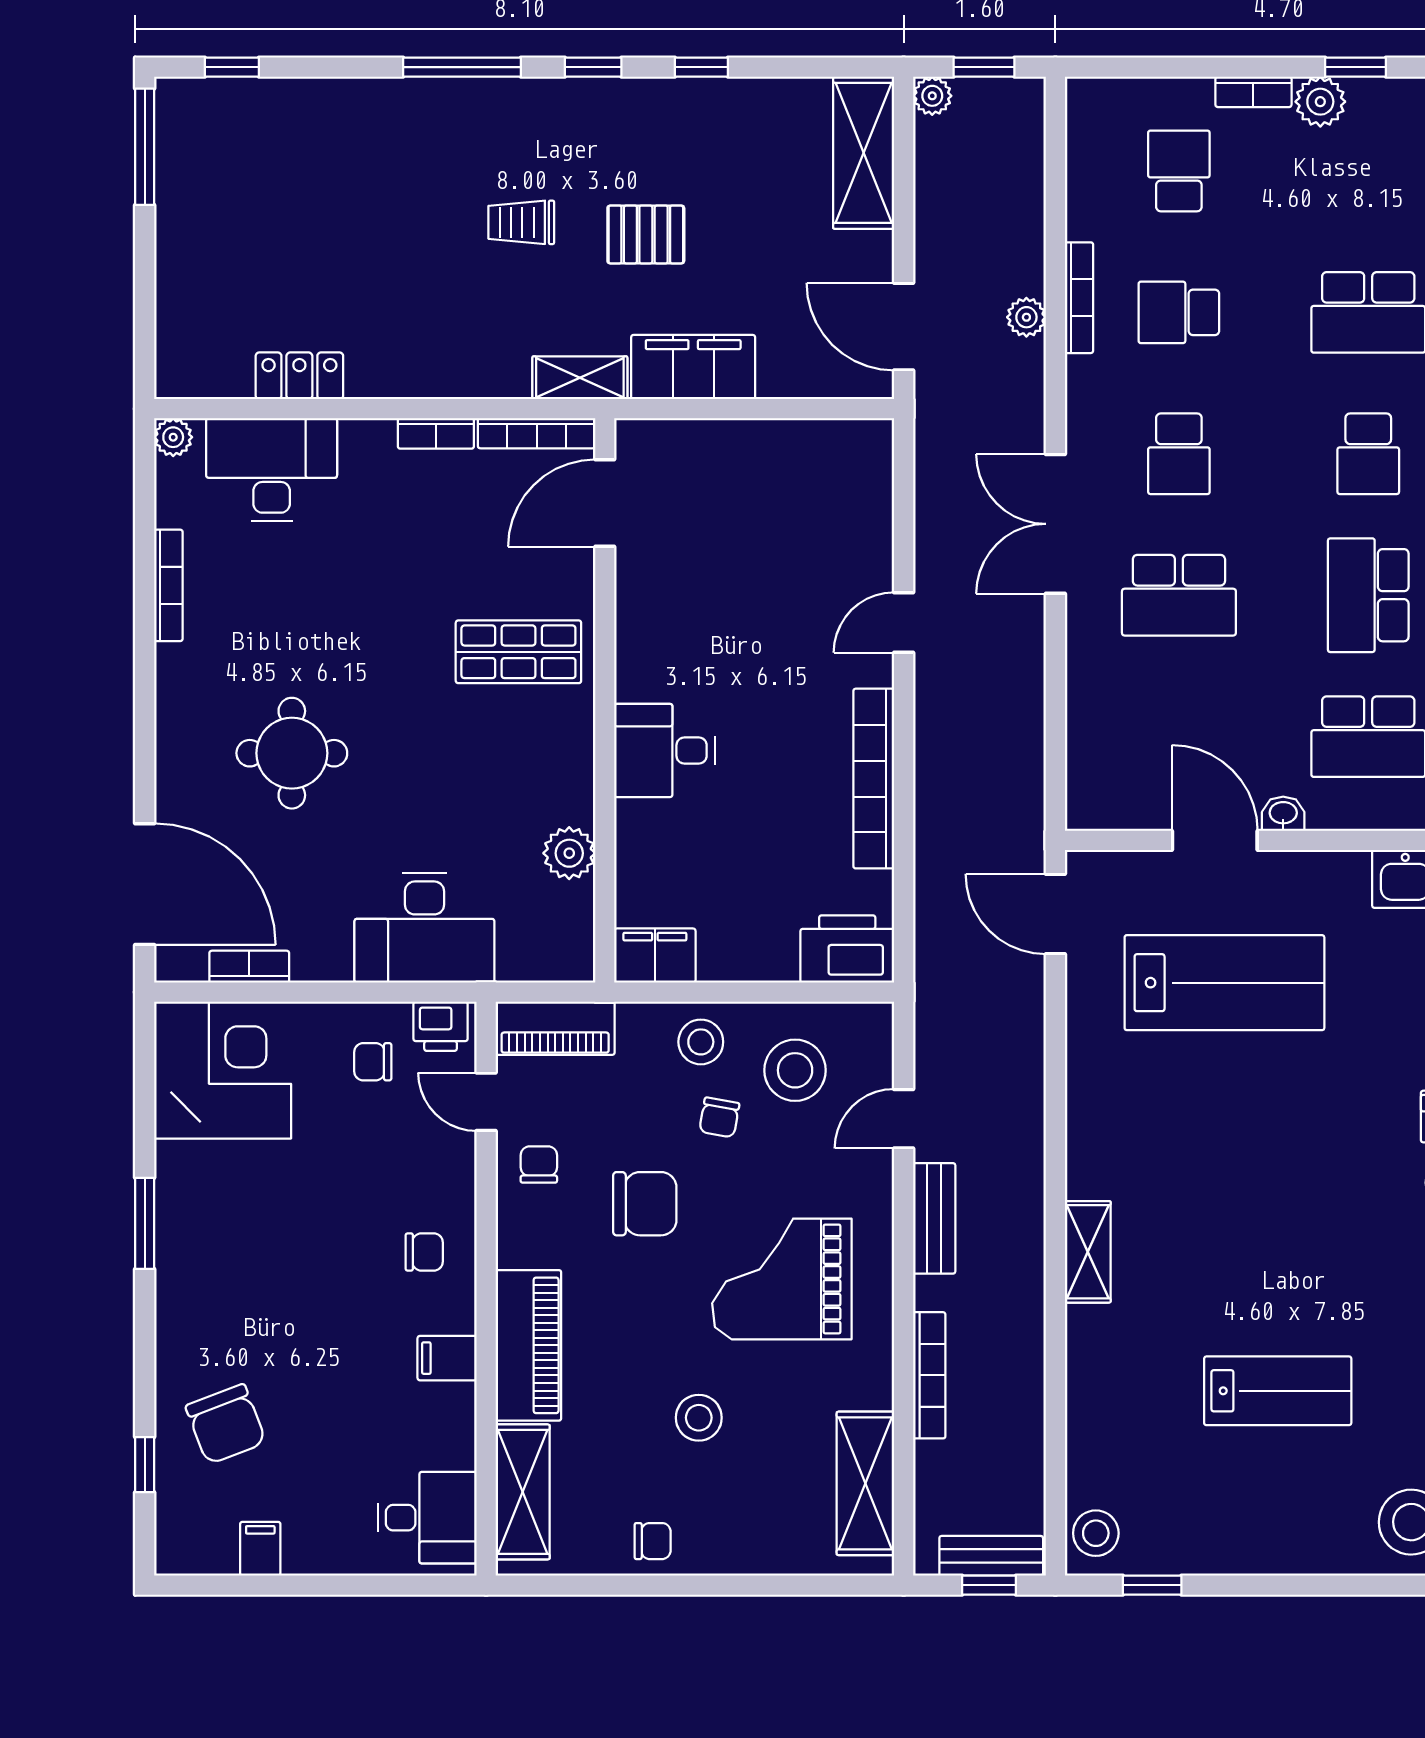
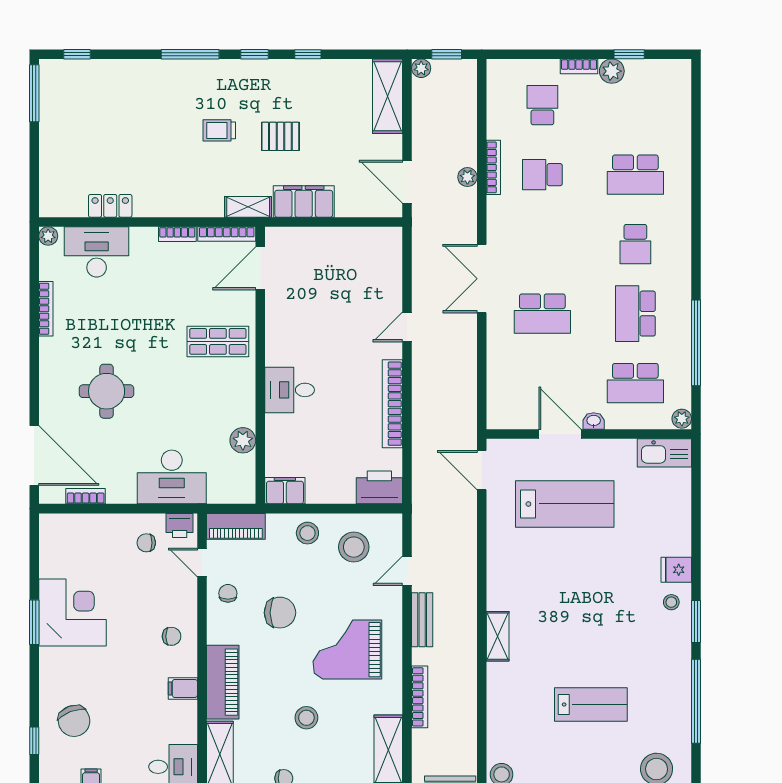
school desk: (1179, 454) -> (542, 244), removed
corner desk: (223, 1070) -> (72, 613), moved
chair: (719, 1117) -> (317, 570), removed

